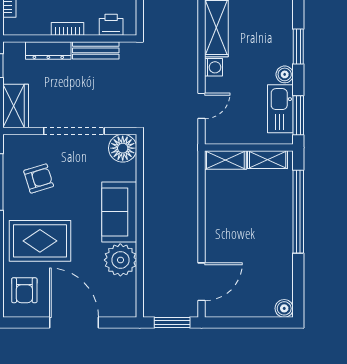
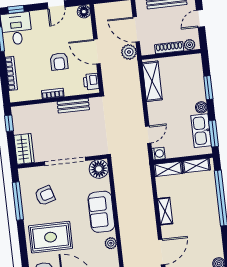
printer: (111, 25) -> (91, 82), moved, turned -90
dresser: (48, 50) -> (42, 109), removed
washing machine: (214, 67) -> (158, 154), moved
shelving: (214, 222) -> (165, 211), added
plant: (120, 260) -> (111, 243), width x0.53, depth x0.53

